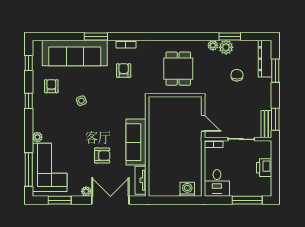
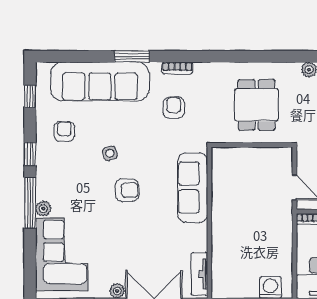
sofa: (136, 142) -> (193, 188), moved
armchair: (102, 155) -> (127, 190), moved
window: (29, 170) -> (30, 203), moved

